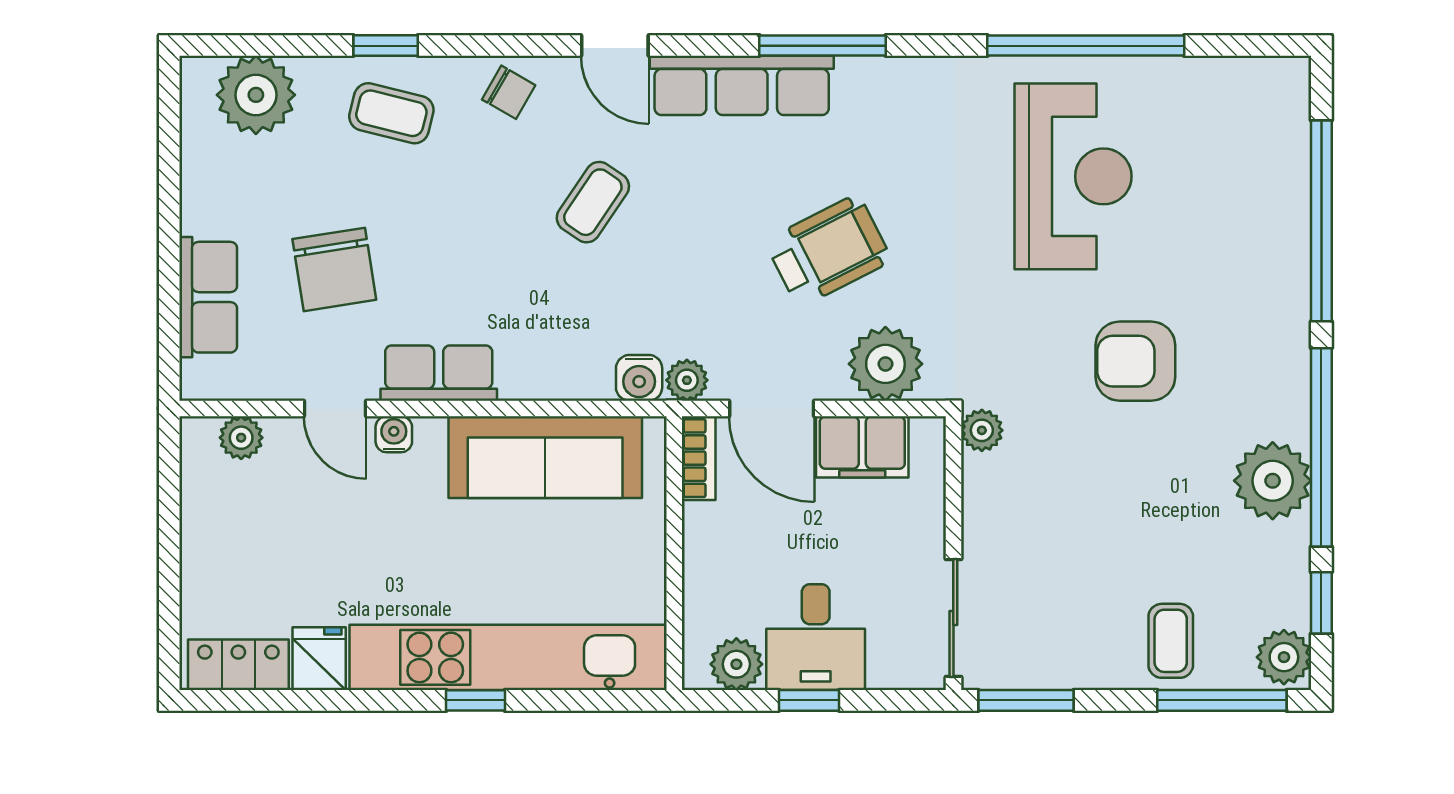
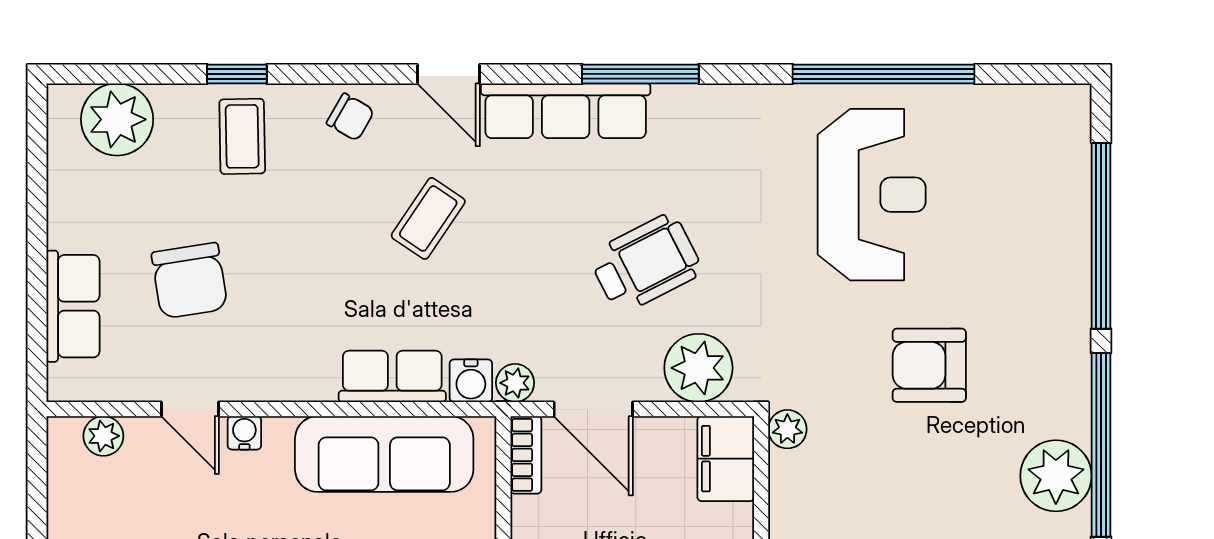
coffee table: (391, 113) -> (242, 136), turned 75
row of seats: (439, 373) -> (392, 376), moved
filing cabinet: (862, 447) -> (726, 459), moved, turned 90

